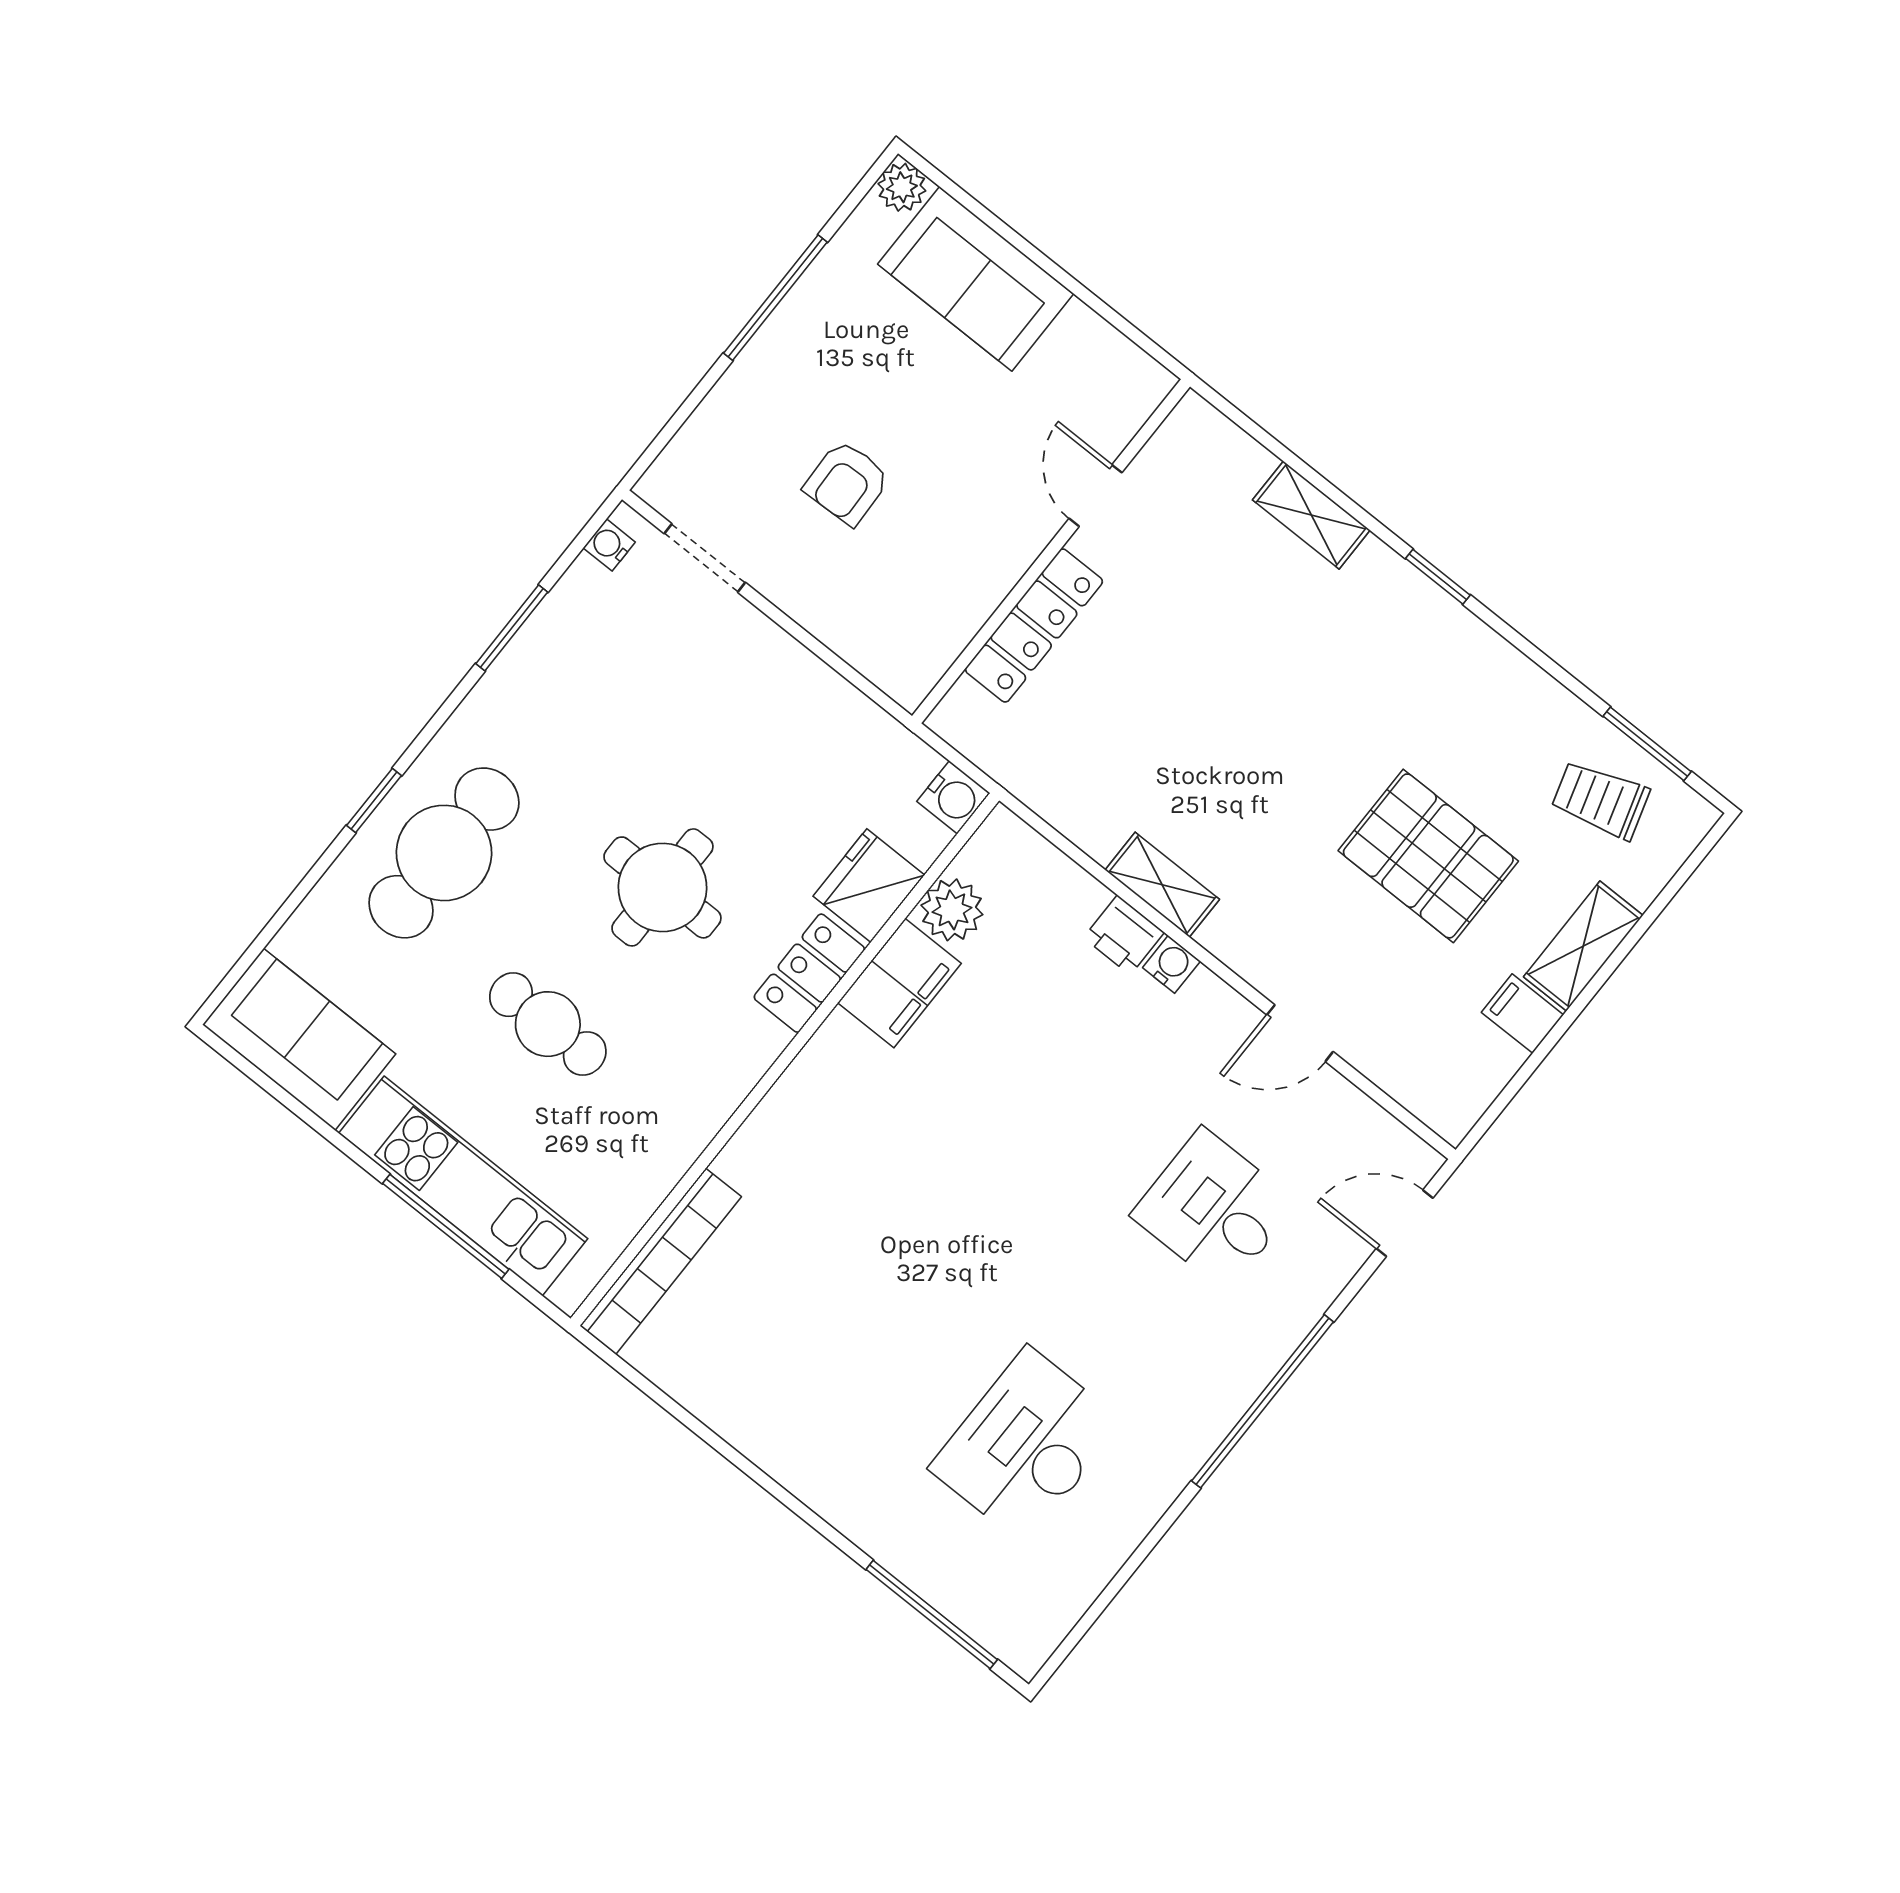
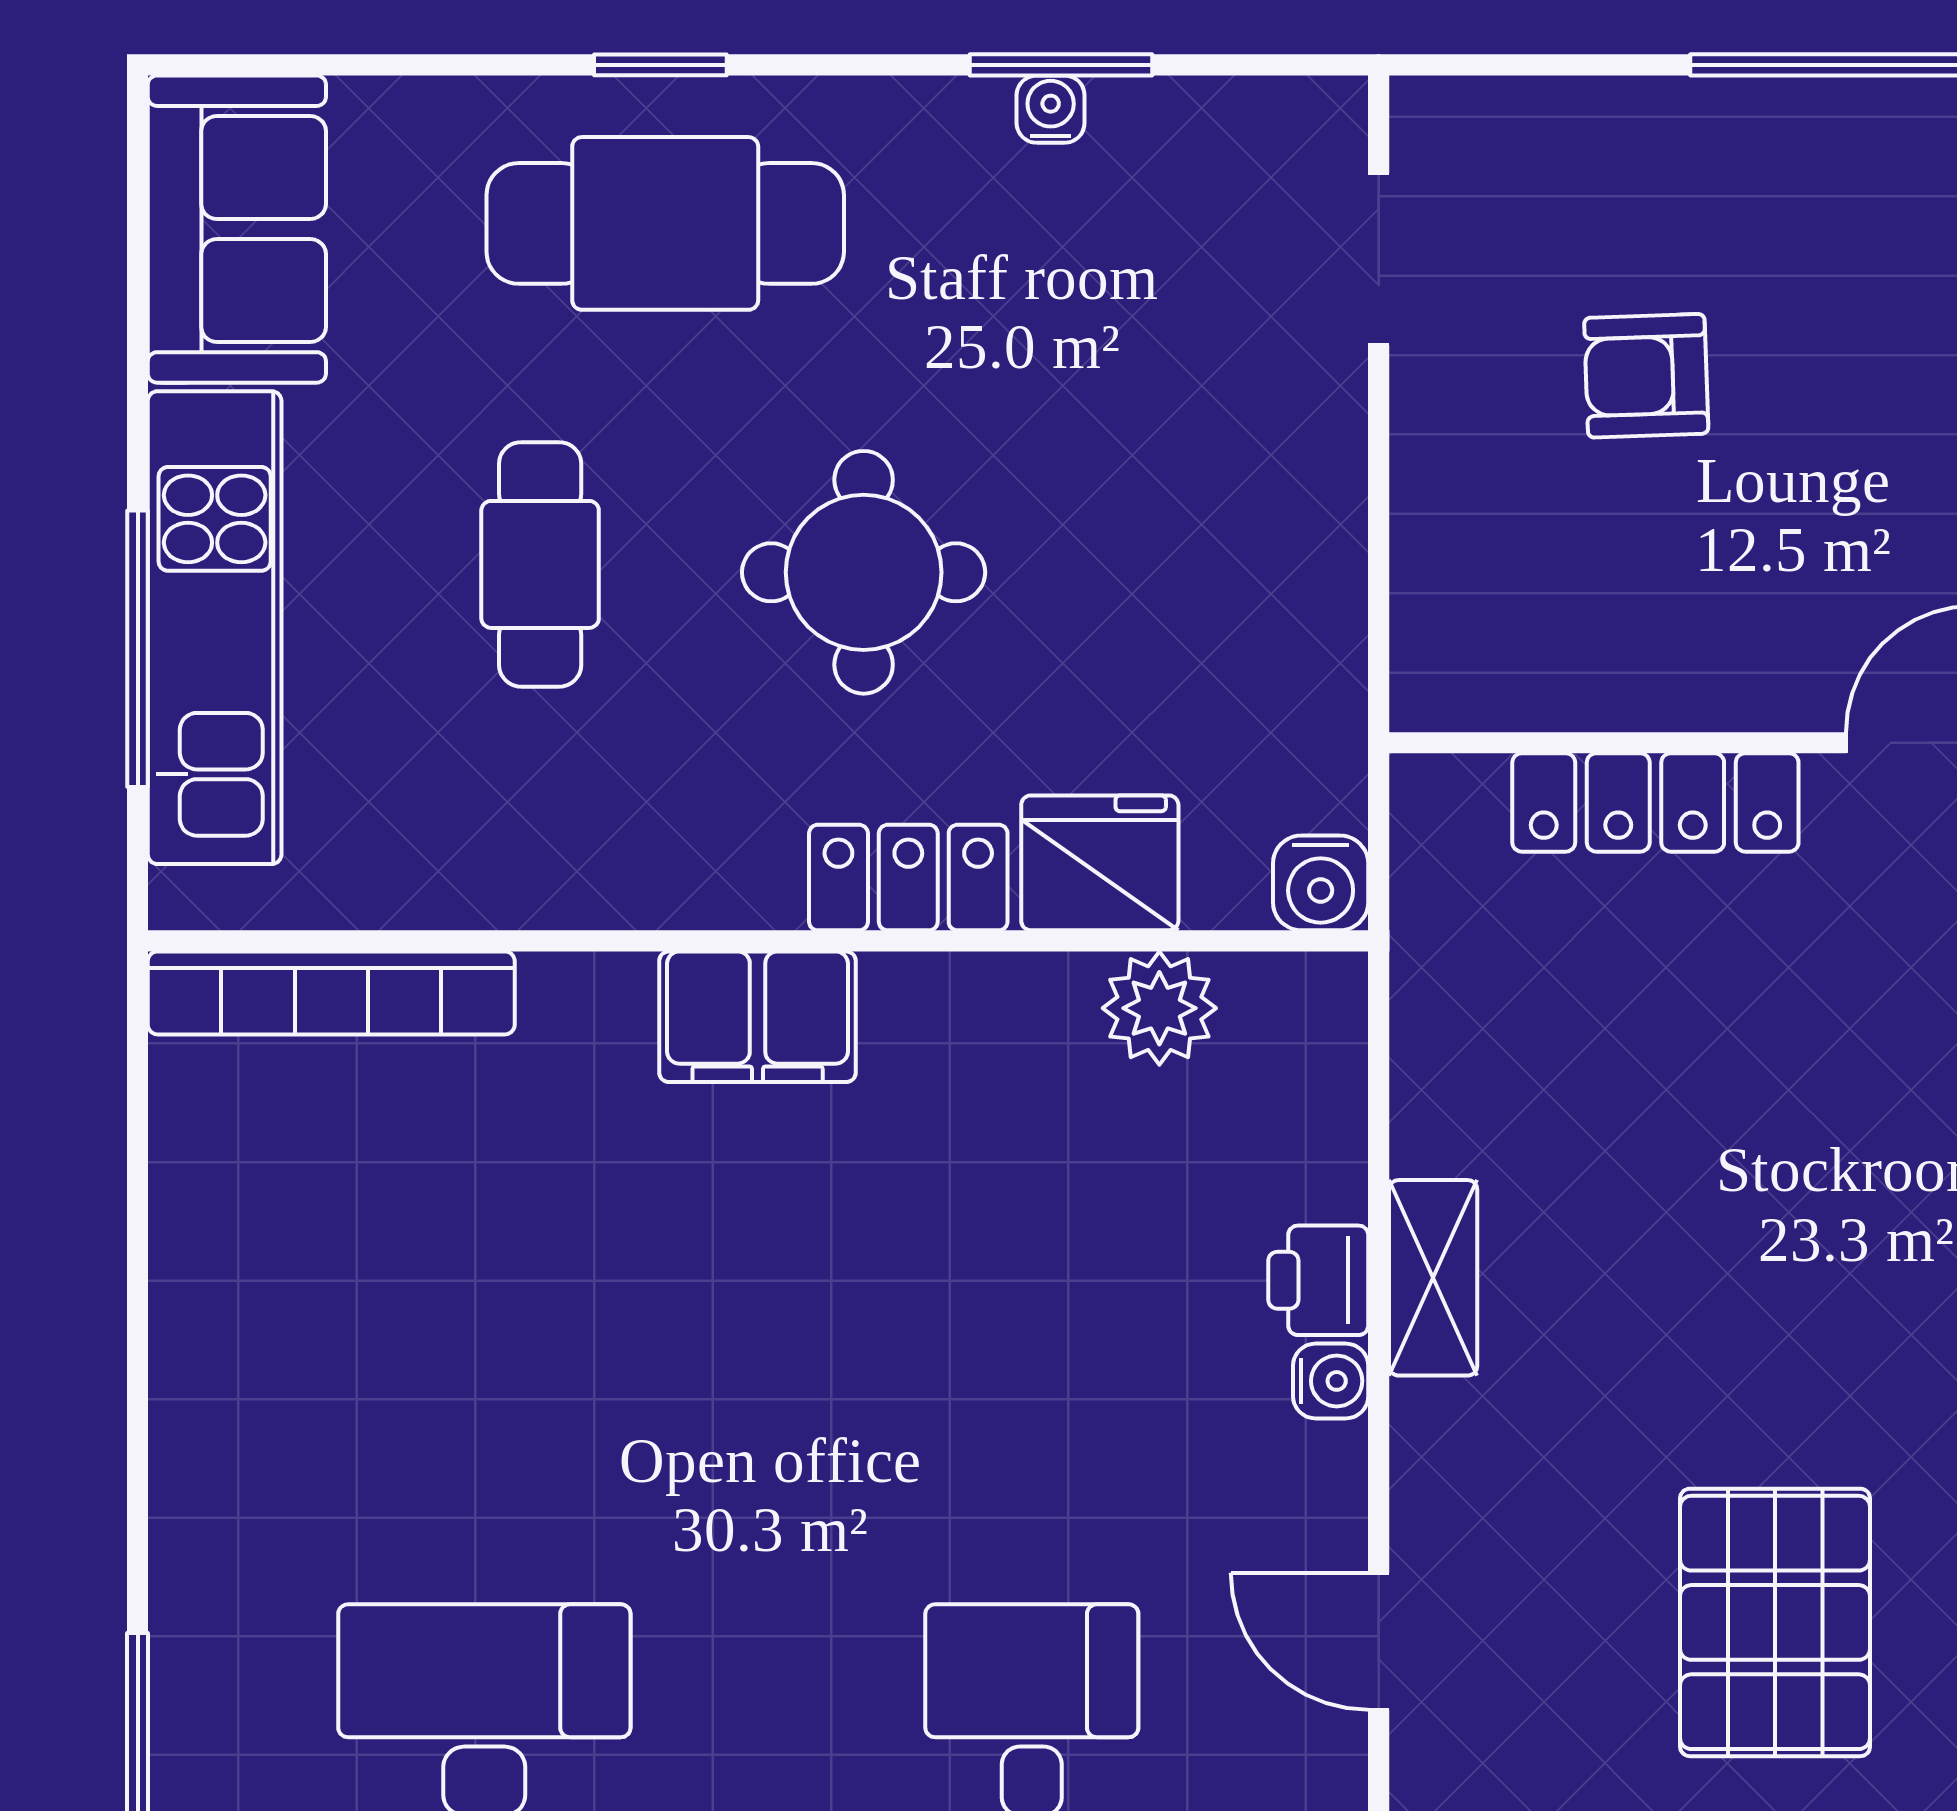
water cooler: (609, 545) -> (1051, 109), moved
filing cabinet: (899, 983) -> (758, 1017), moved

